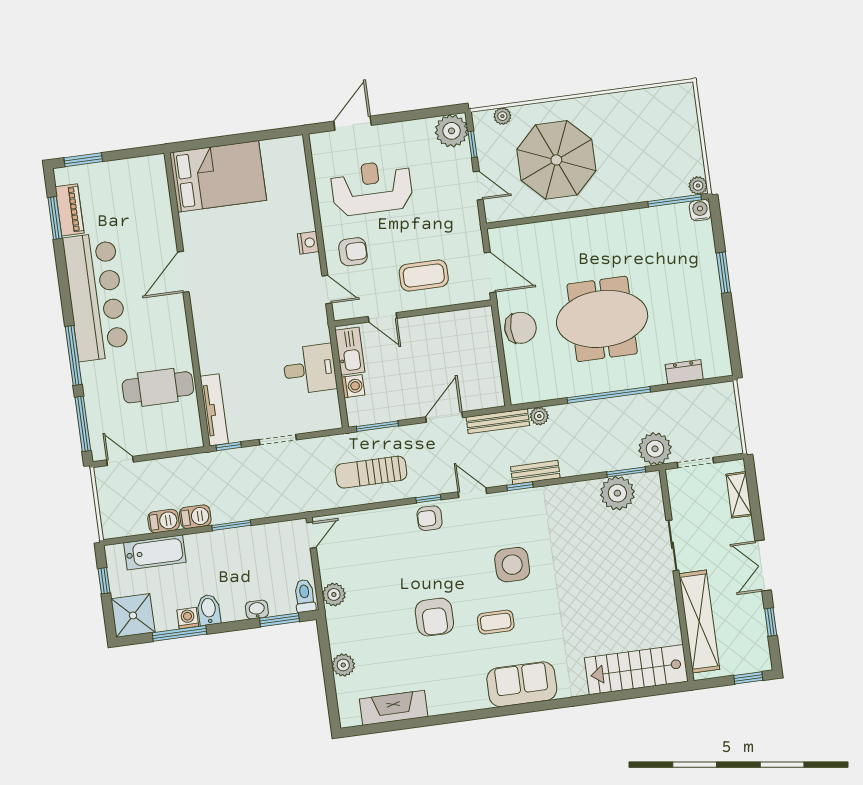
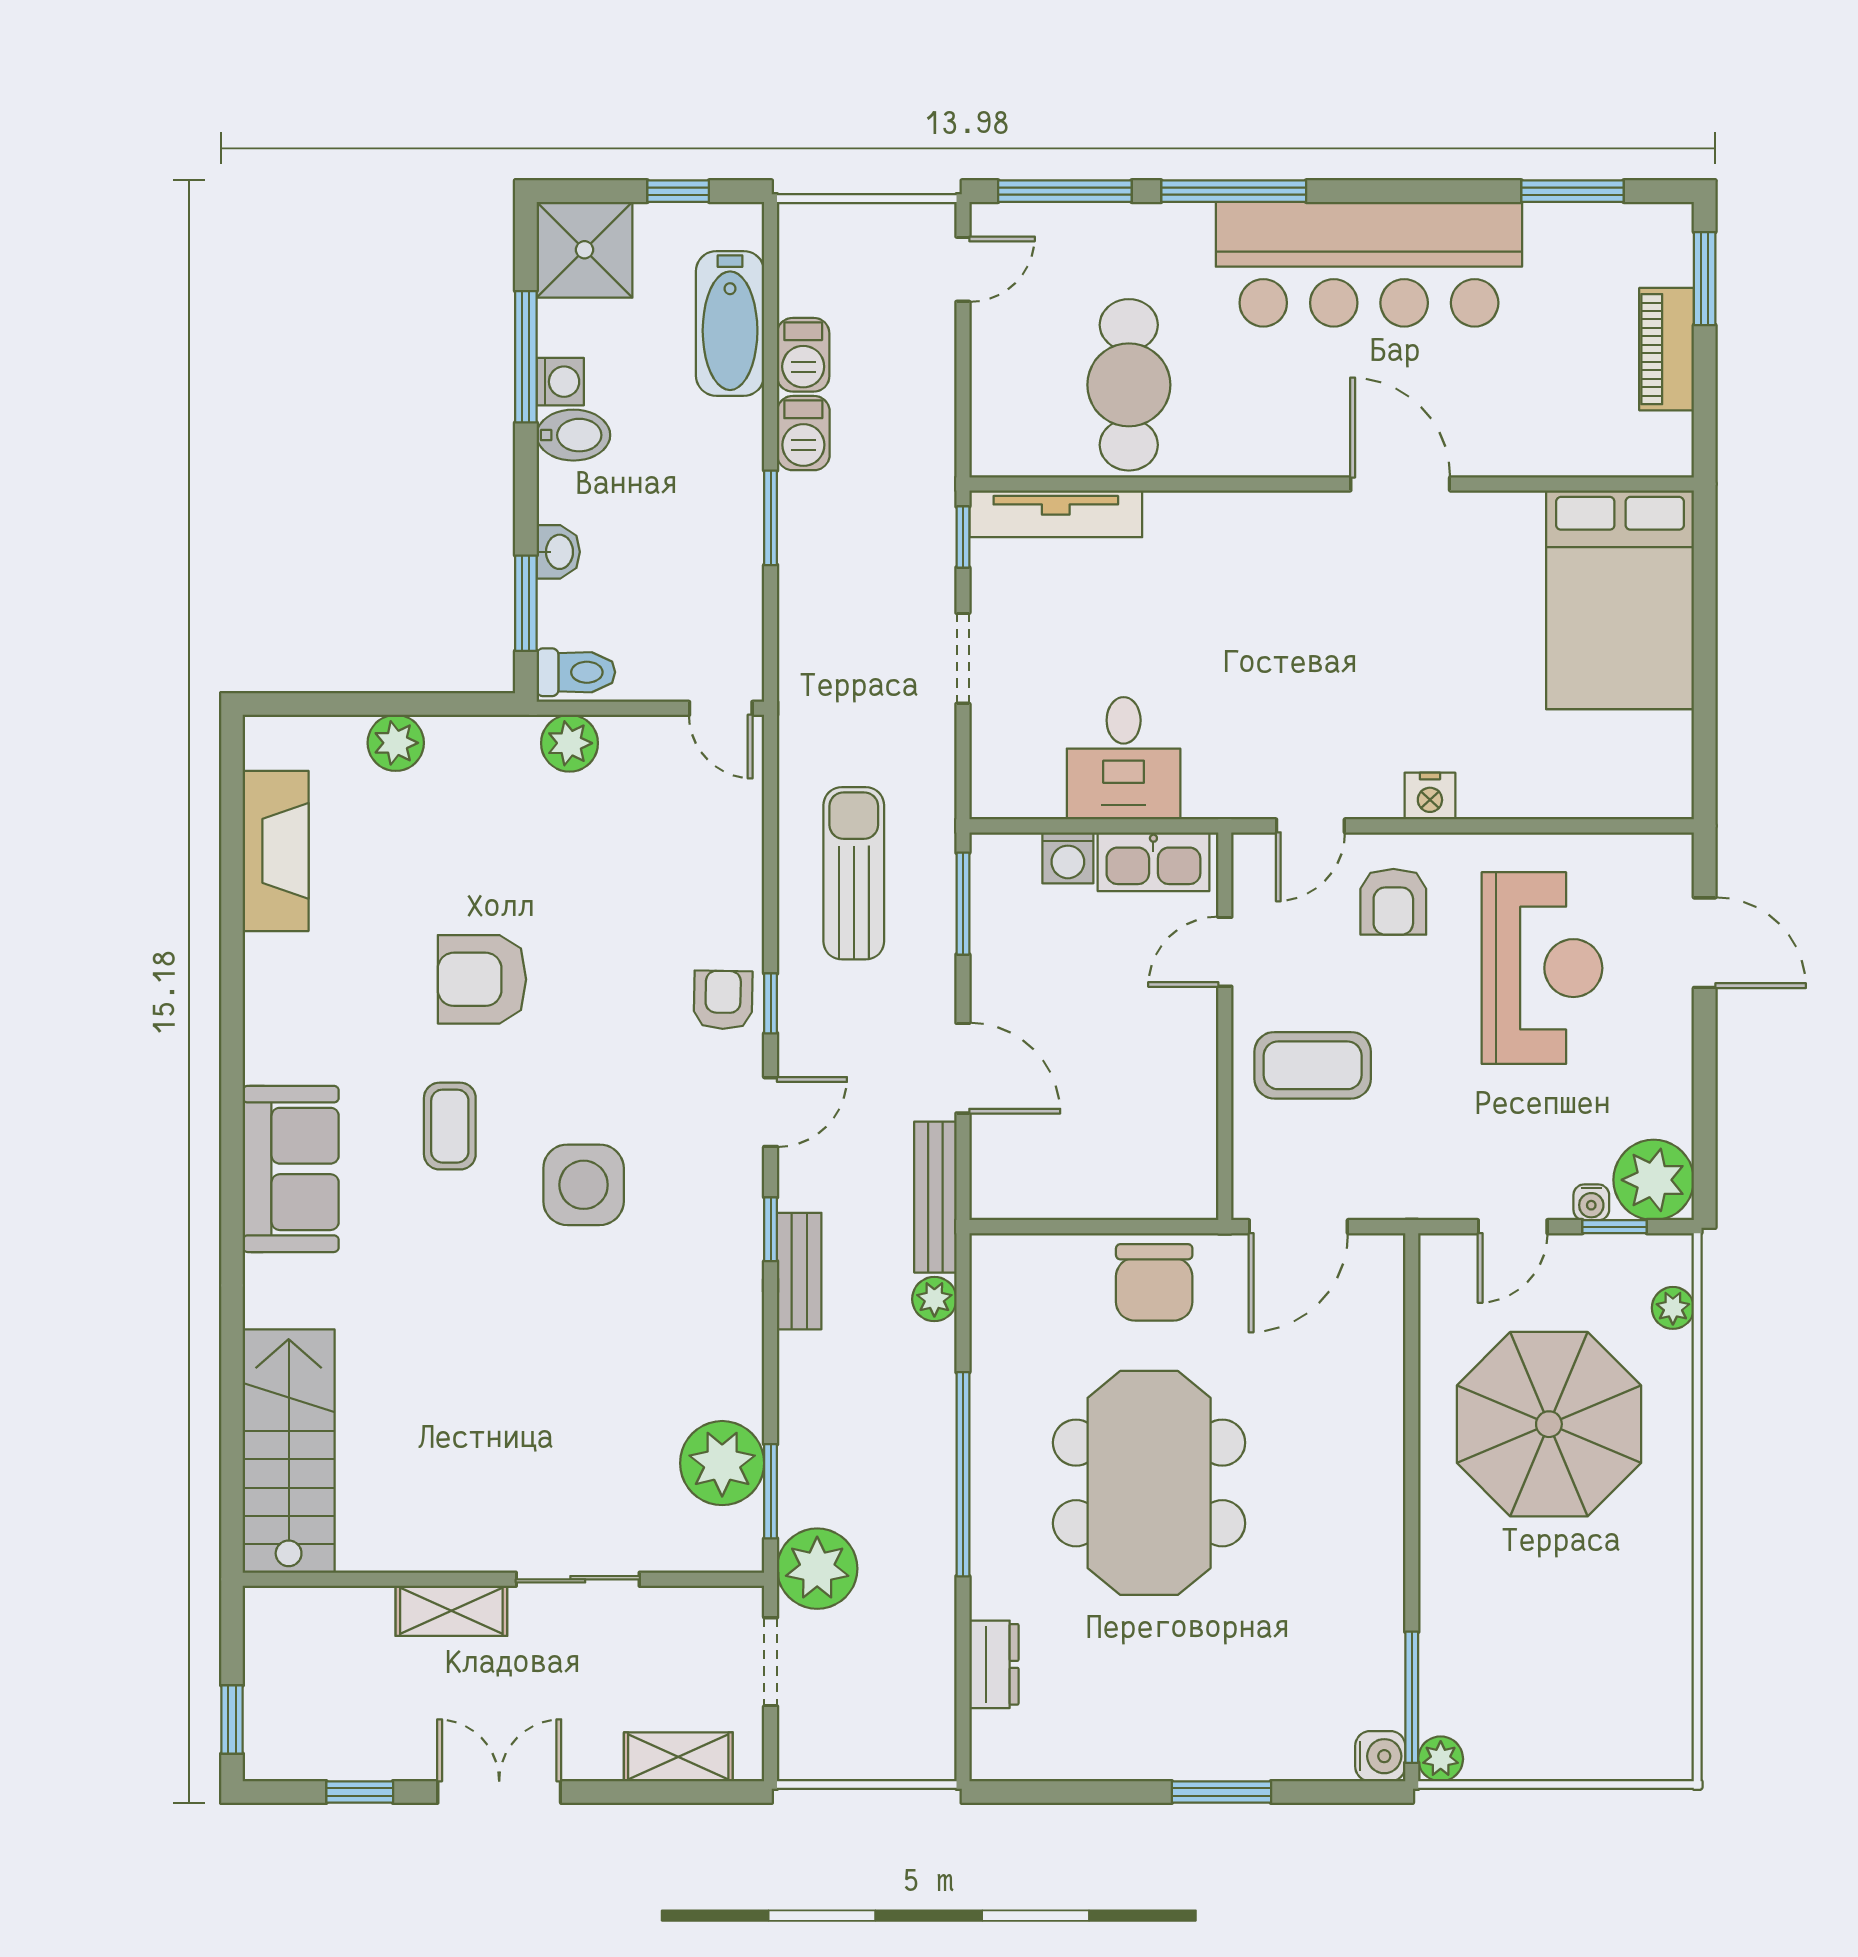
water cooler: (464, 155) -> (1591, 1202), added
piano: (70, 210) -> (1667, 349), moved, turned 90
coffee table: (424, 275) -> (1313, 1065), turned 90
shelving: (699, 622) -> (451, 1611), width x0.45, depth x0.75

